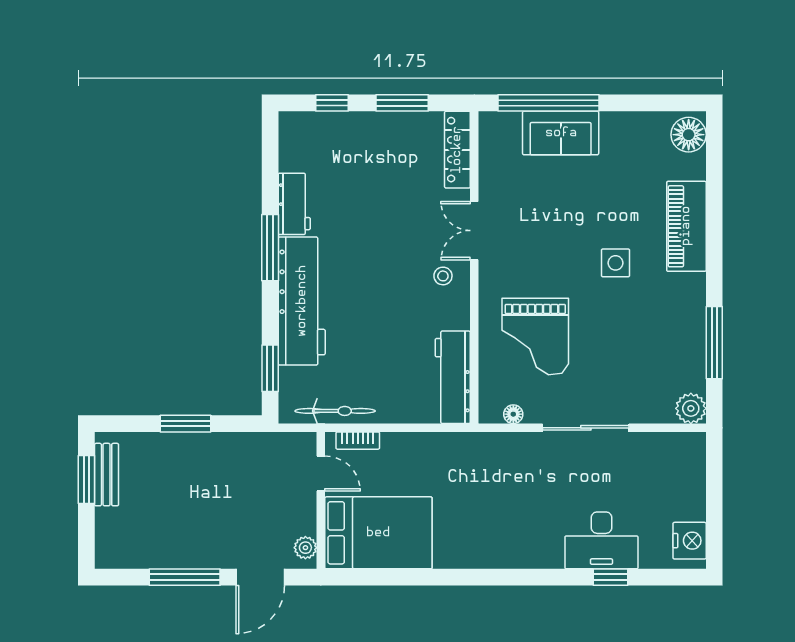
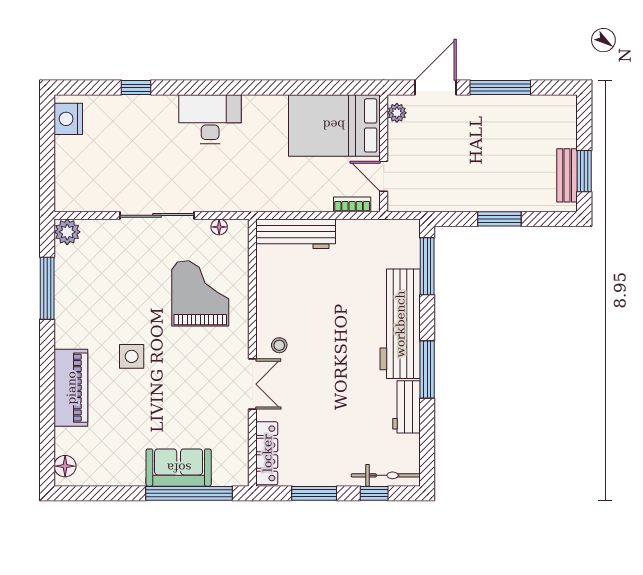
floor lamp: (689, 135) -> (65, 466), width x0.73, depth x0.73
window: (270, 368) -> (427, 266), width x1.44
workbench: (453, 377) -> (296, 234), moved, turned 90
bicycle: (335, 411) -> (386, 475), moved, turned 180
desk: (601, 540) -> (210, 119), moved

